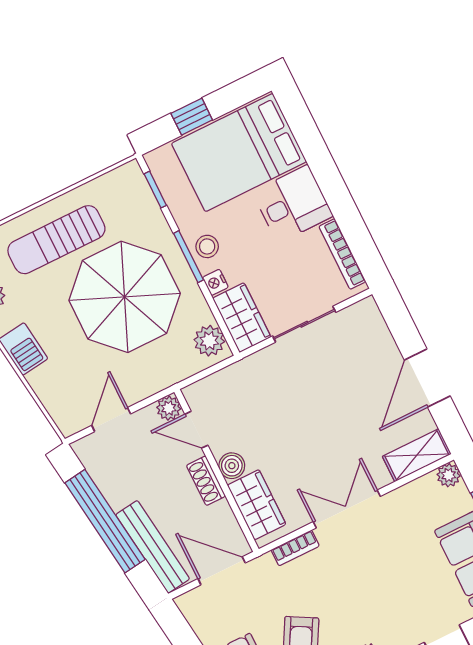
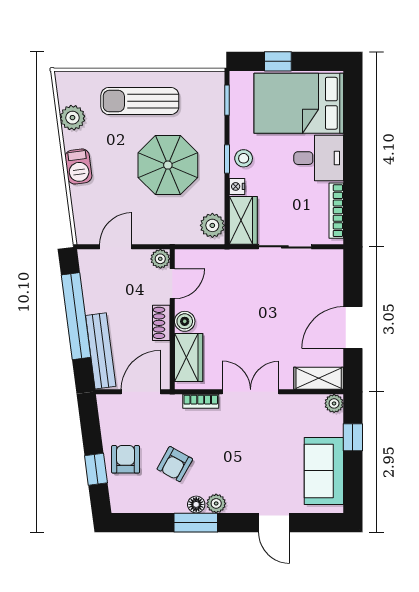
window: (188, 257) -> (227, 159), width x0.67
parasol: (125, 297) -> (168, 165), width x0.73, depth x0.73
door: (196, 430) -> (172, 284), swing flipped
door: (222, 571) -> (141, 392), hinge flipped

